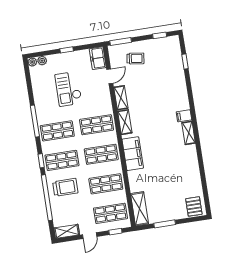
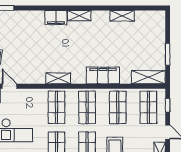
shelving: (121, 98) -> (122, 16), moved
filing cabinet: (184, 116) -> (56, 18), width x2.00
filing cabinet: (133, 154) -> (103, 75), moved
pallet: (194, 206) -> (155, 22), removed

